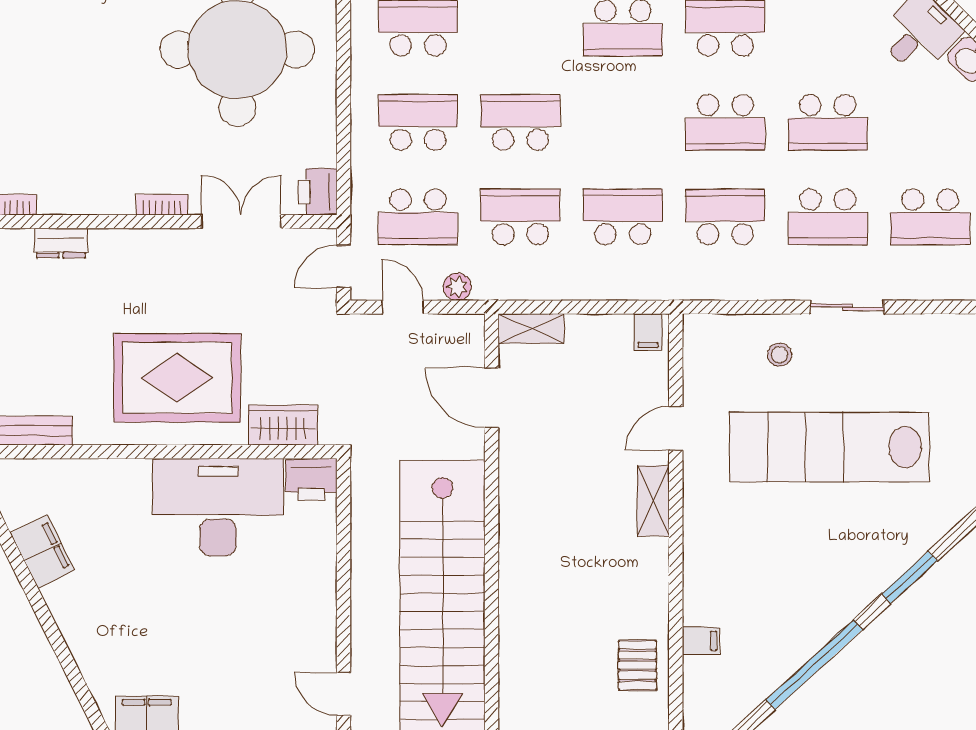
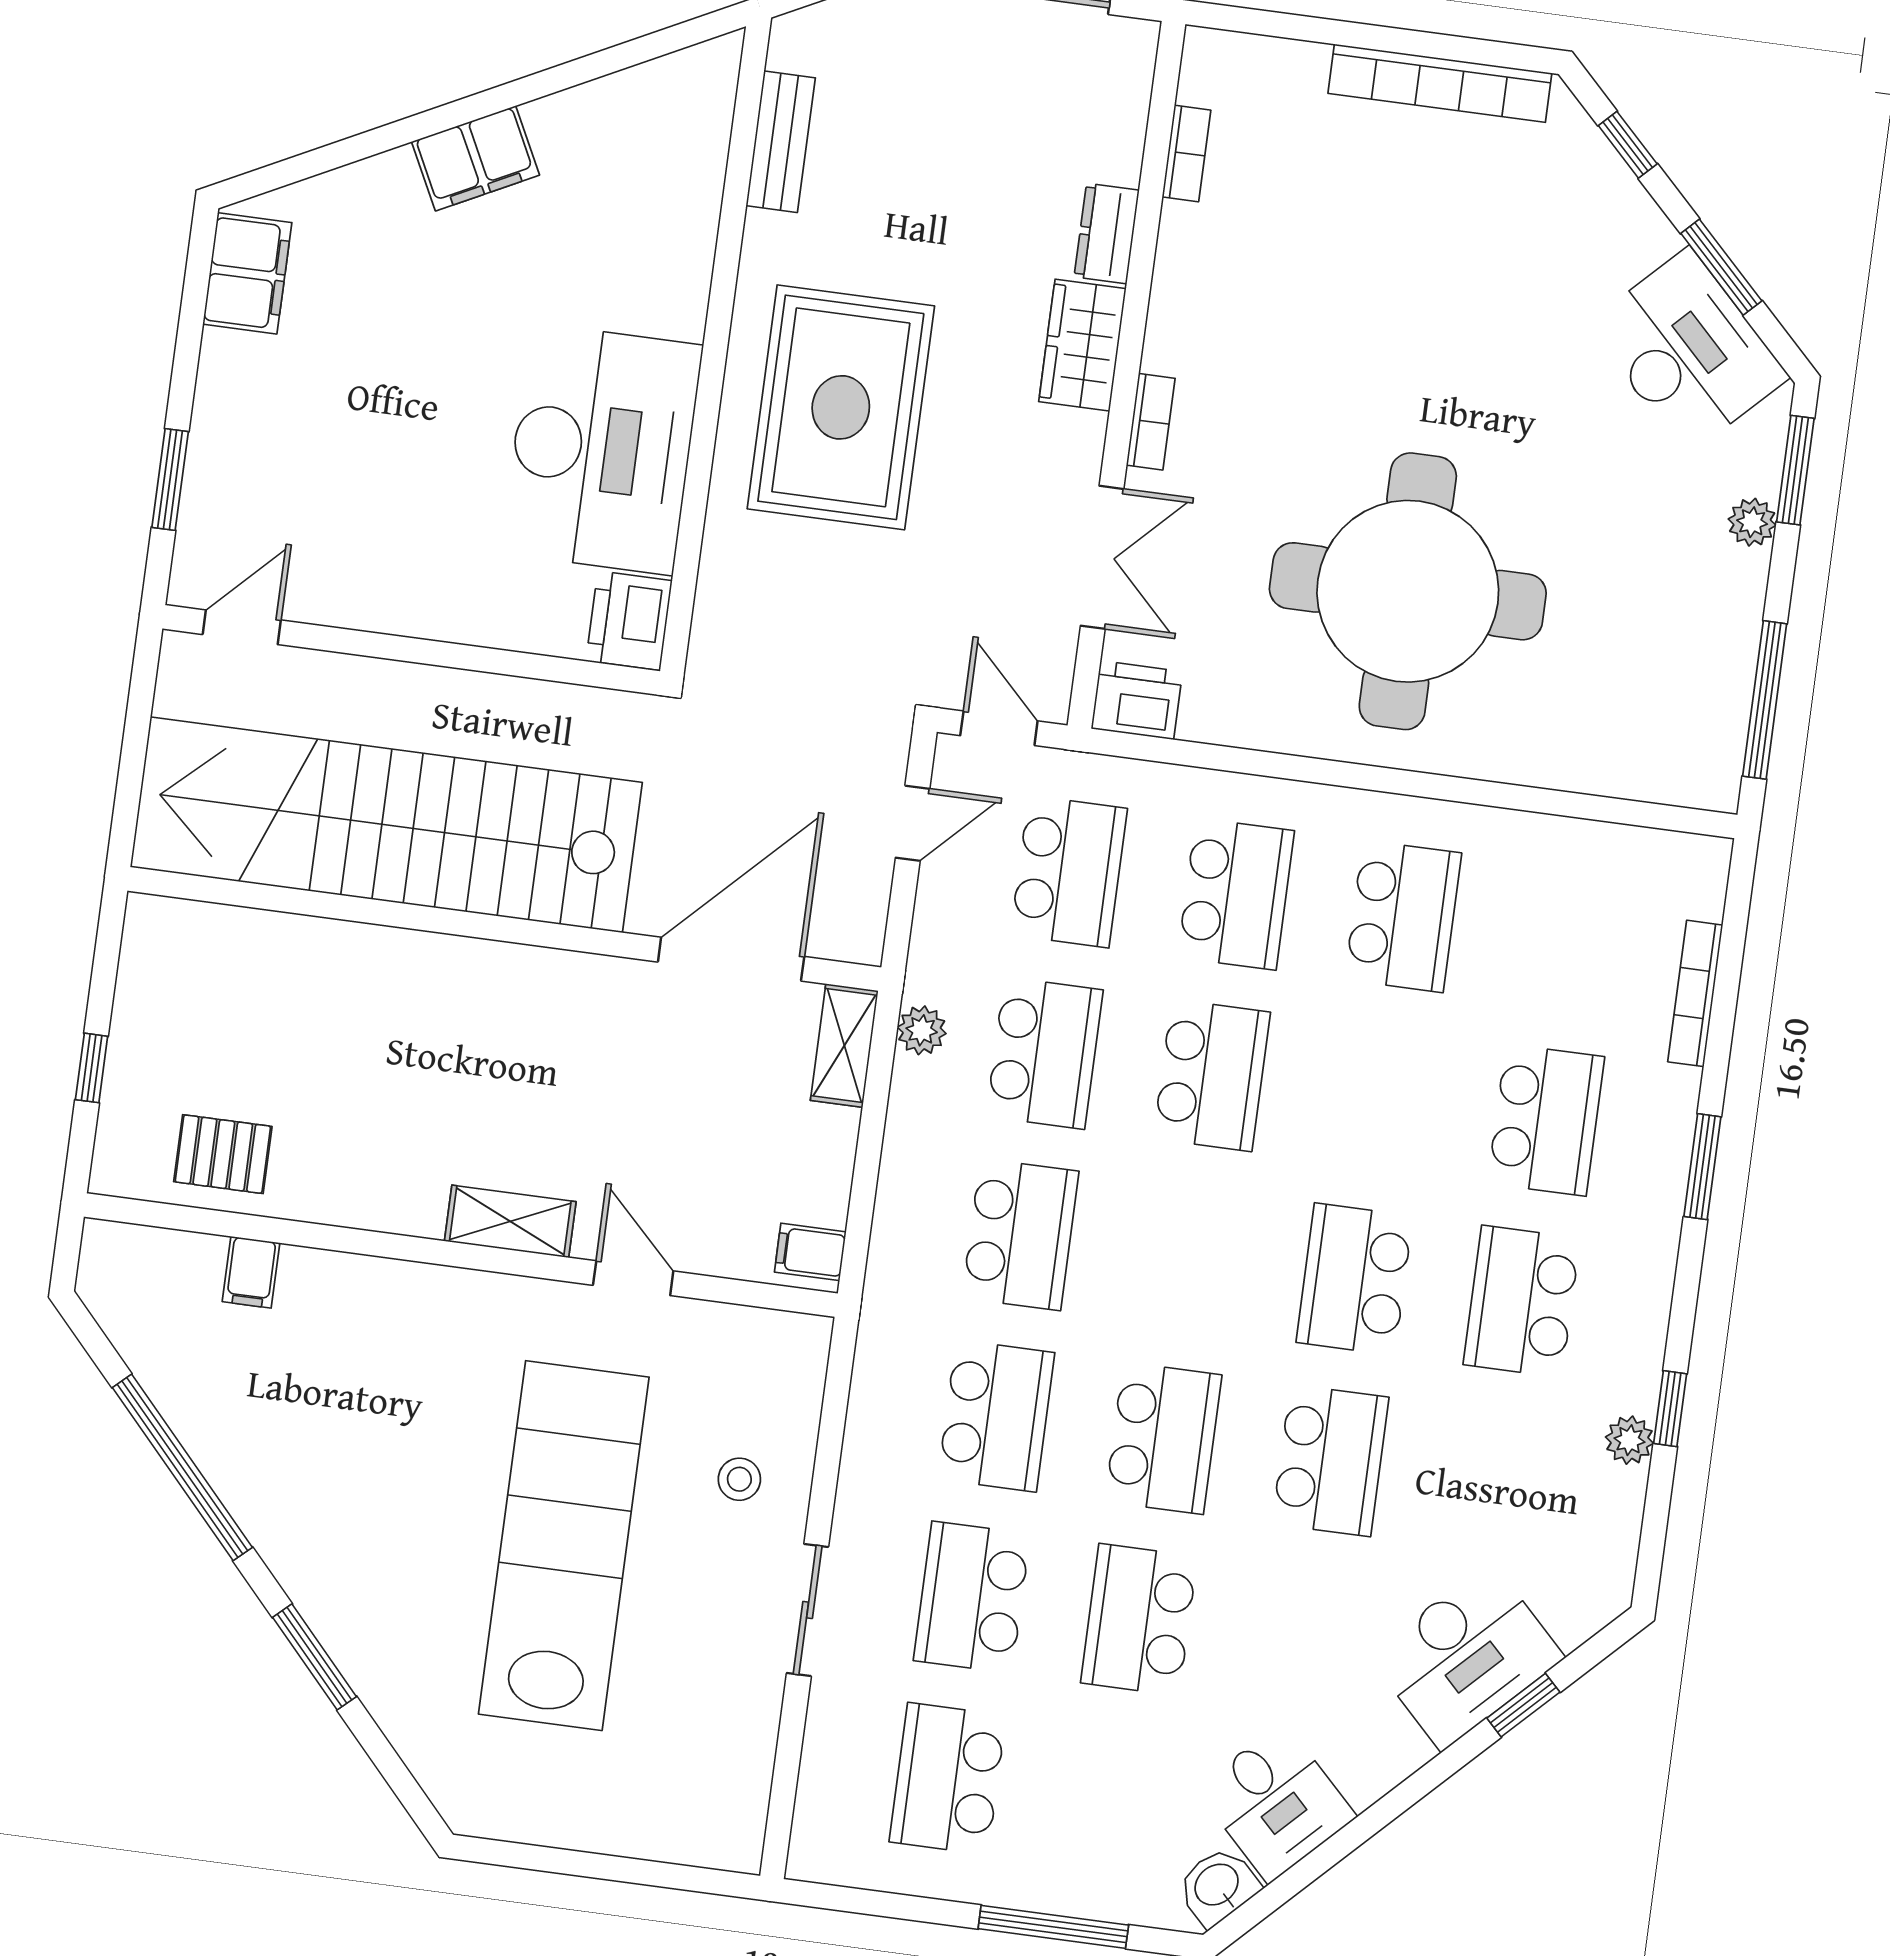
school desk: (725, 122) -> (1163, 1438), turned 180
school desk: (418, 217) -> (1069, 872), turned 180
plant: (457, 287) -> (922, 1030), moved
door: (492, 398) -> (731, 959), width x1.36
wardrobe: (283, 425) -> (1082, 345), moved, turned 180
filing cabinet: (42, 552) -> (476, 158), moved

